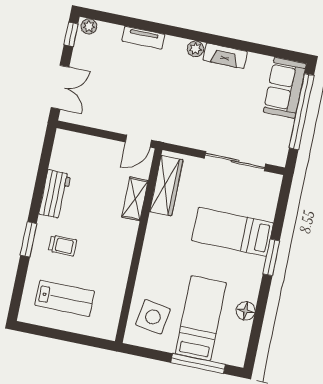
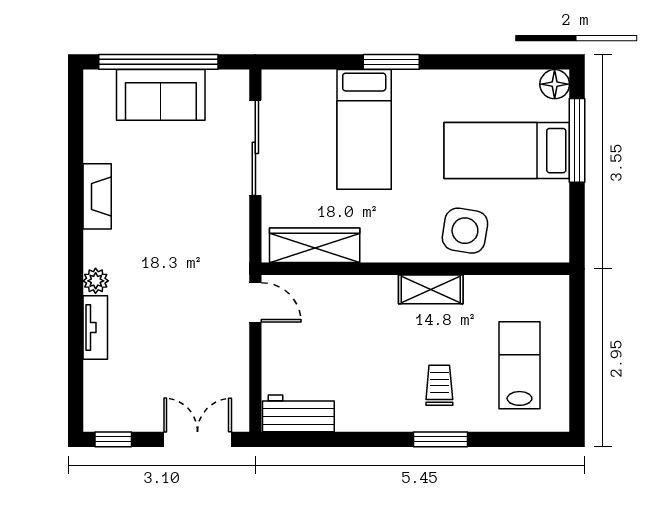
plant: (89, 26) -> (95, 415), removed
plant: (196, 49) -> (96, 281), moved
sofa: (285, 88) -> (161, 95), moved
workbench: (55, 194) -> (298, 413), moved
shelving: (135, 199) -> (431, 289), moved
floor lamp: (246, 311) -> (555, 84), moved
side table: (153, 317) -> (465, 231), moved

